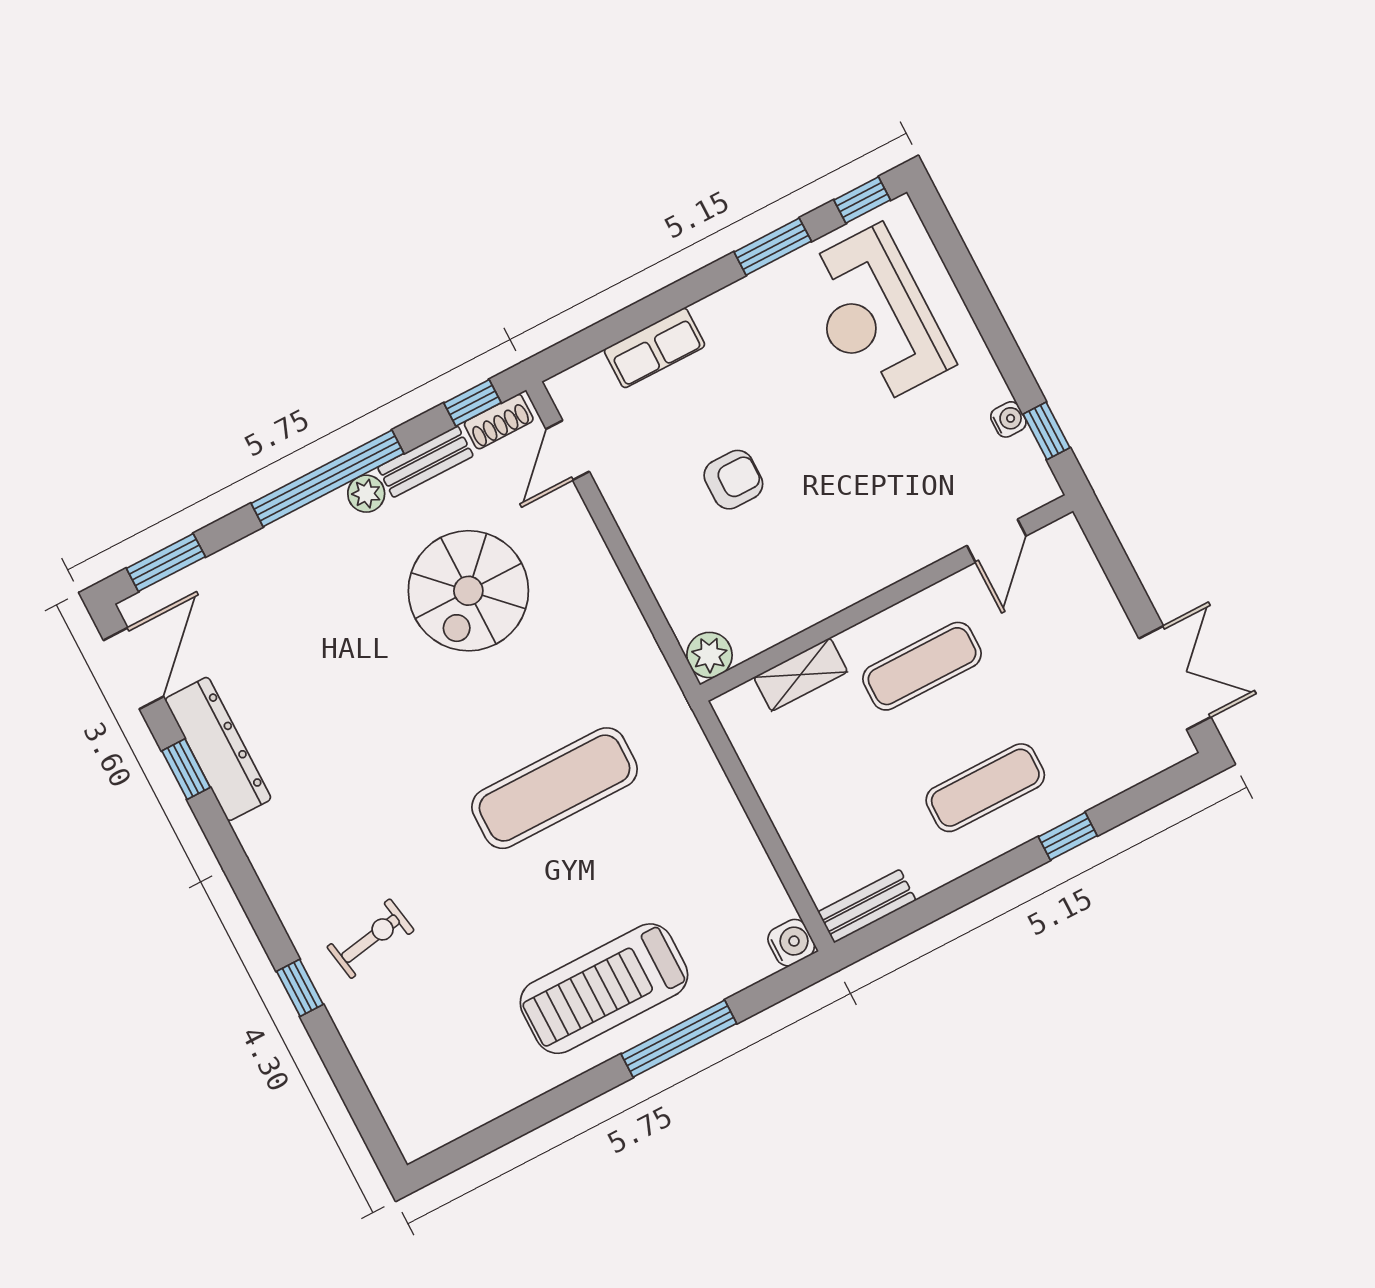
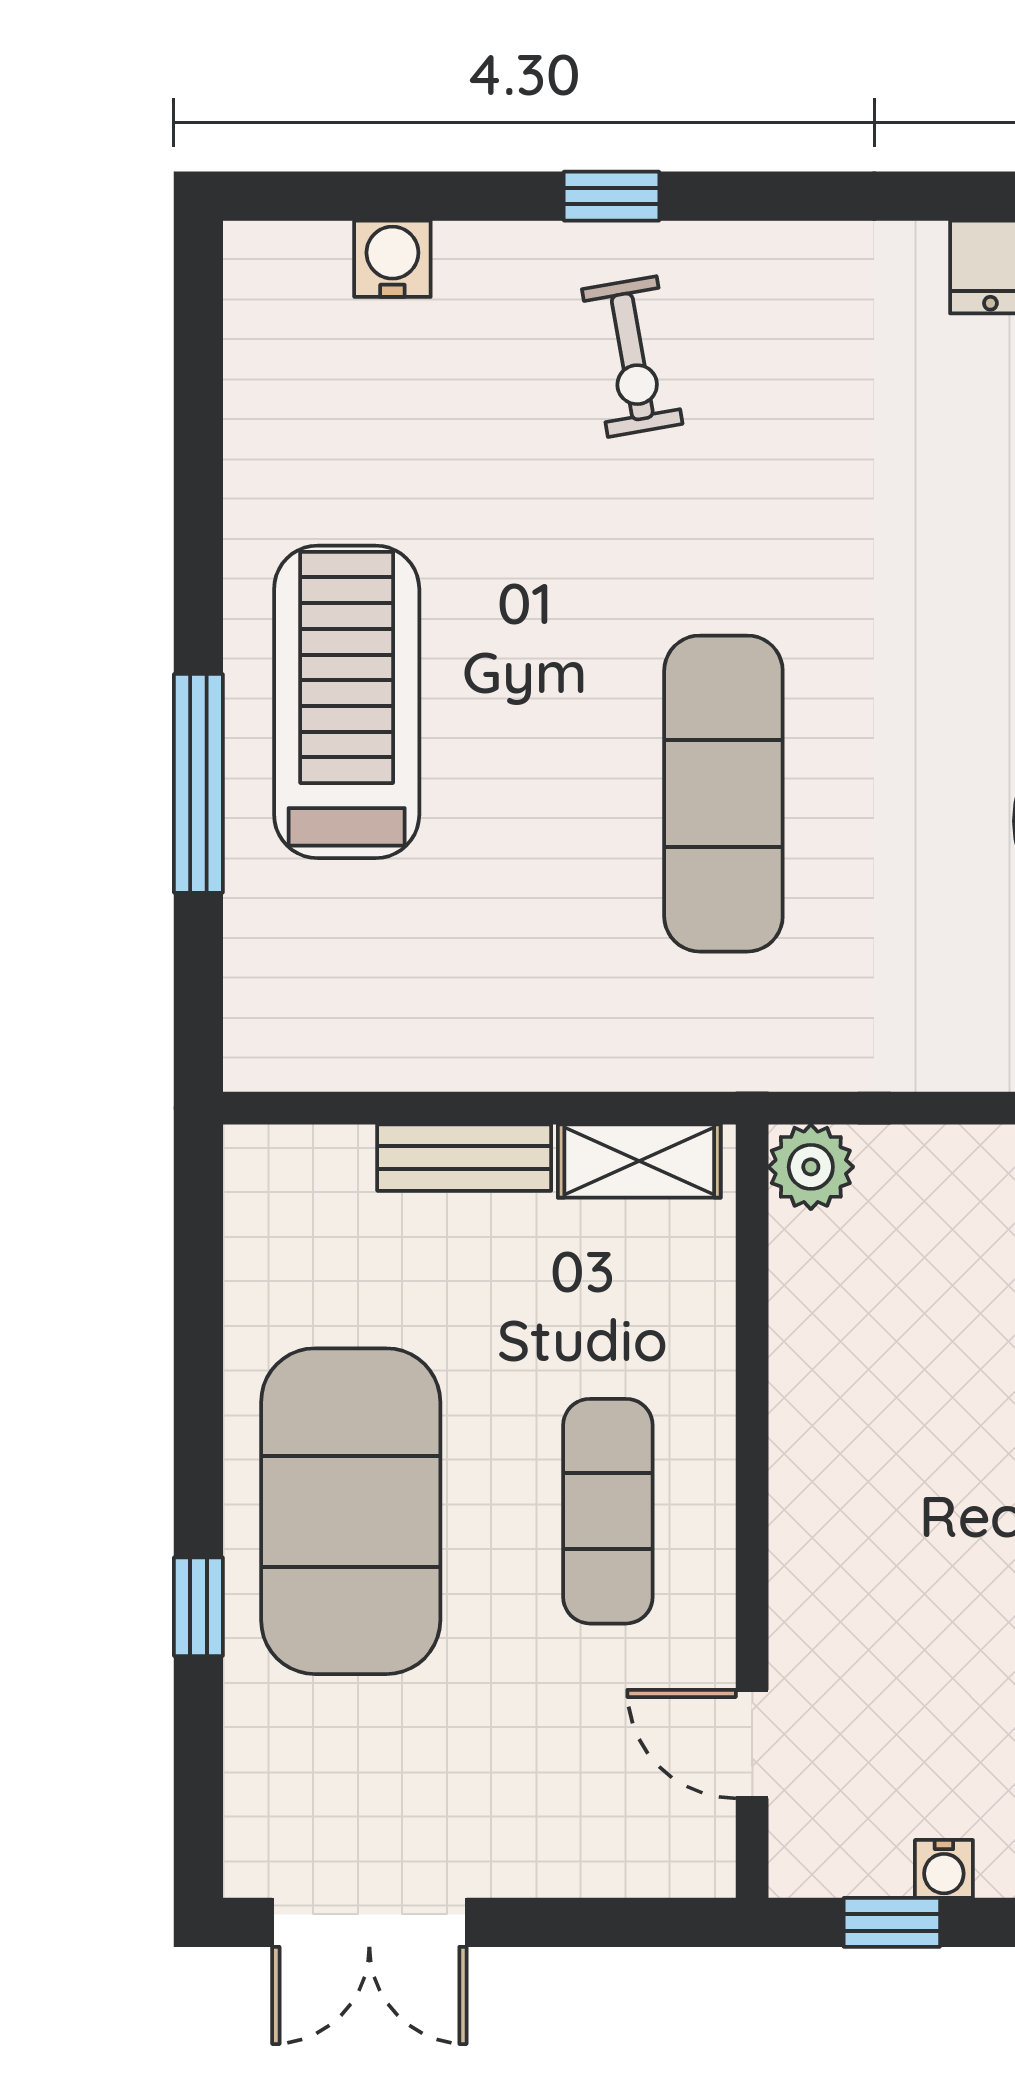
shelving: (801, 675) -> (639, 1161), moved, turned 90
exercise mat: (985, 788) -> (351, 1511), width x2.00, depth x1.45
bench: (867, 906) -> (464, 1158), moved, turned 90
water cooler: (791, 943) -> (392, 259), moved, turned 180

